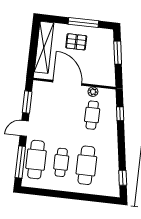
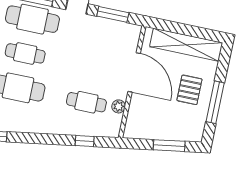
door: (67, 83) -> (134, 72), hinge flipped

